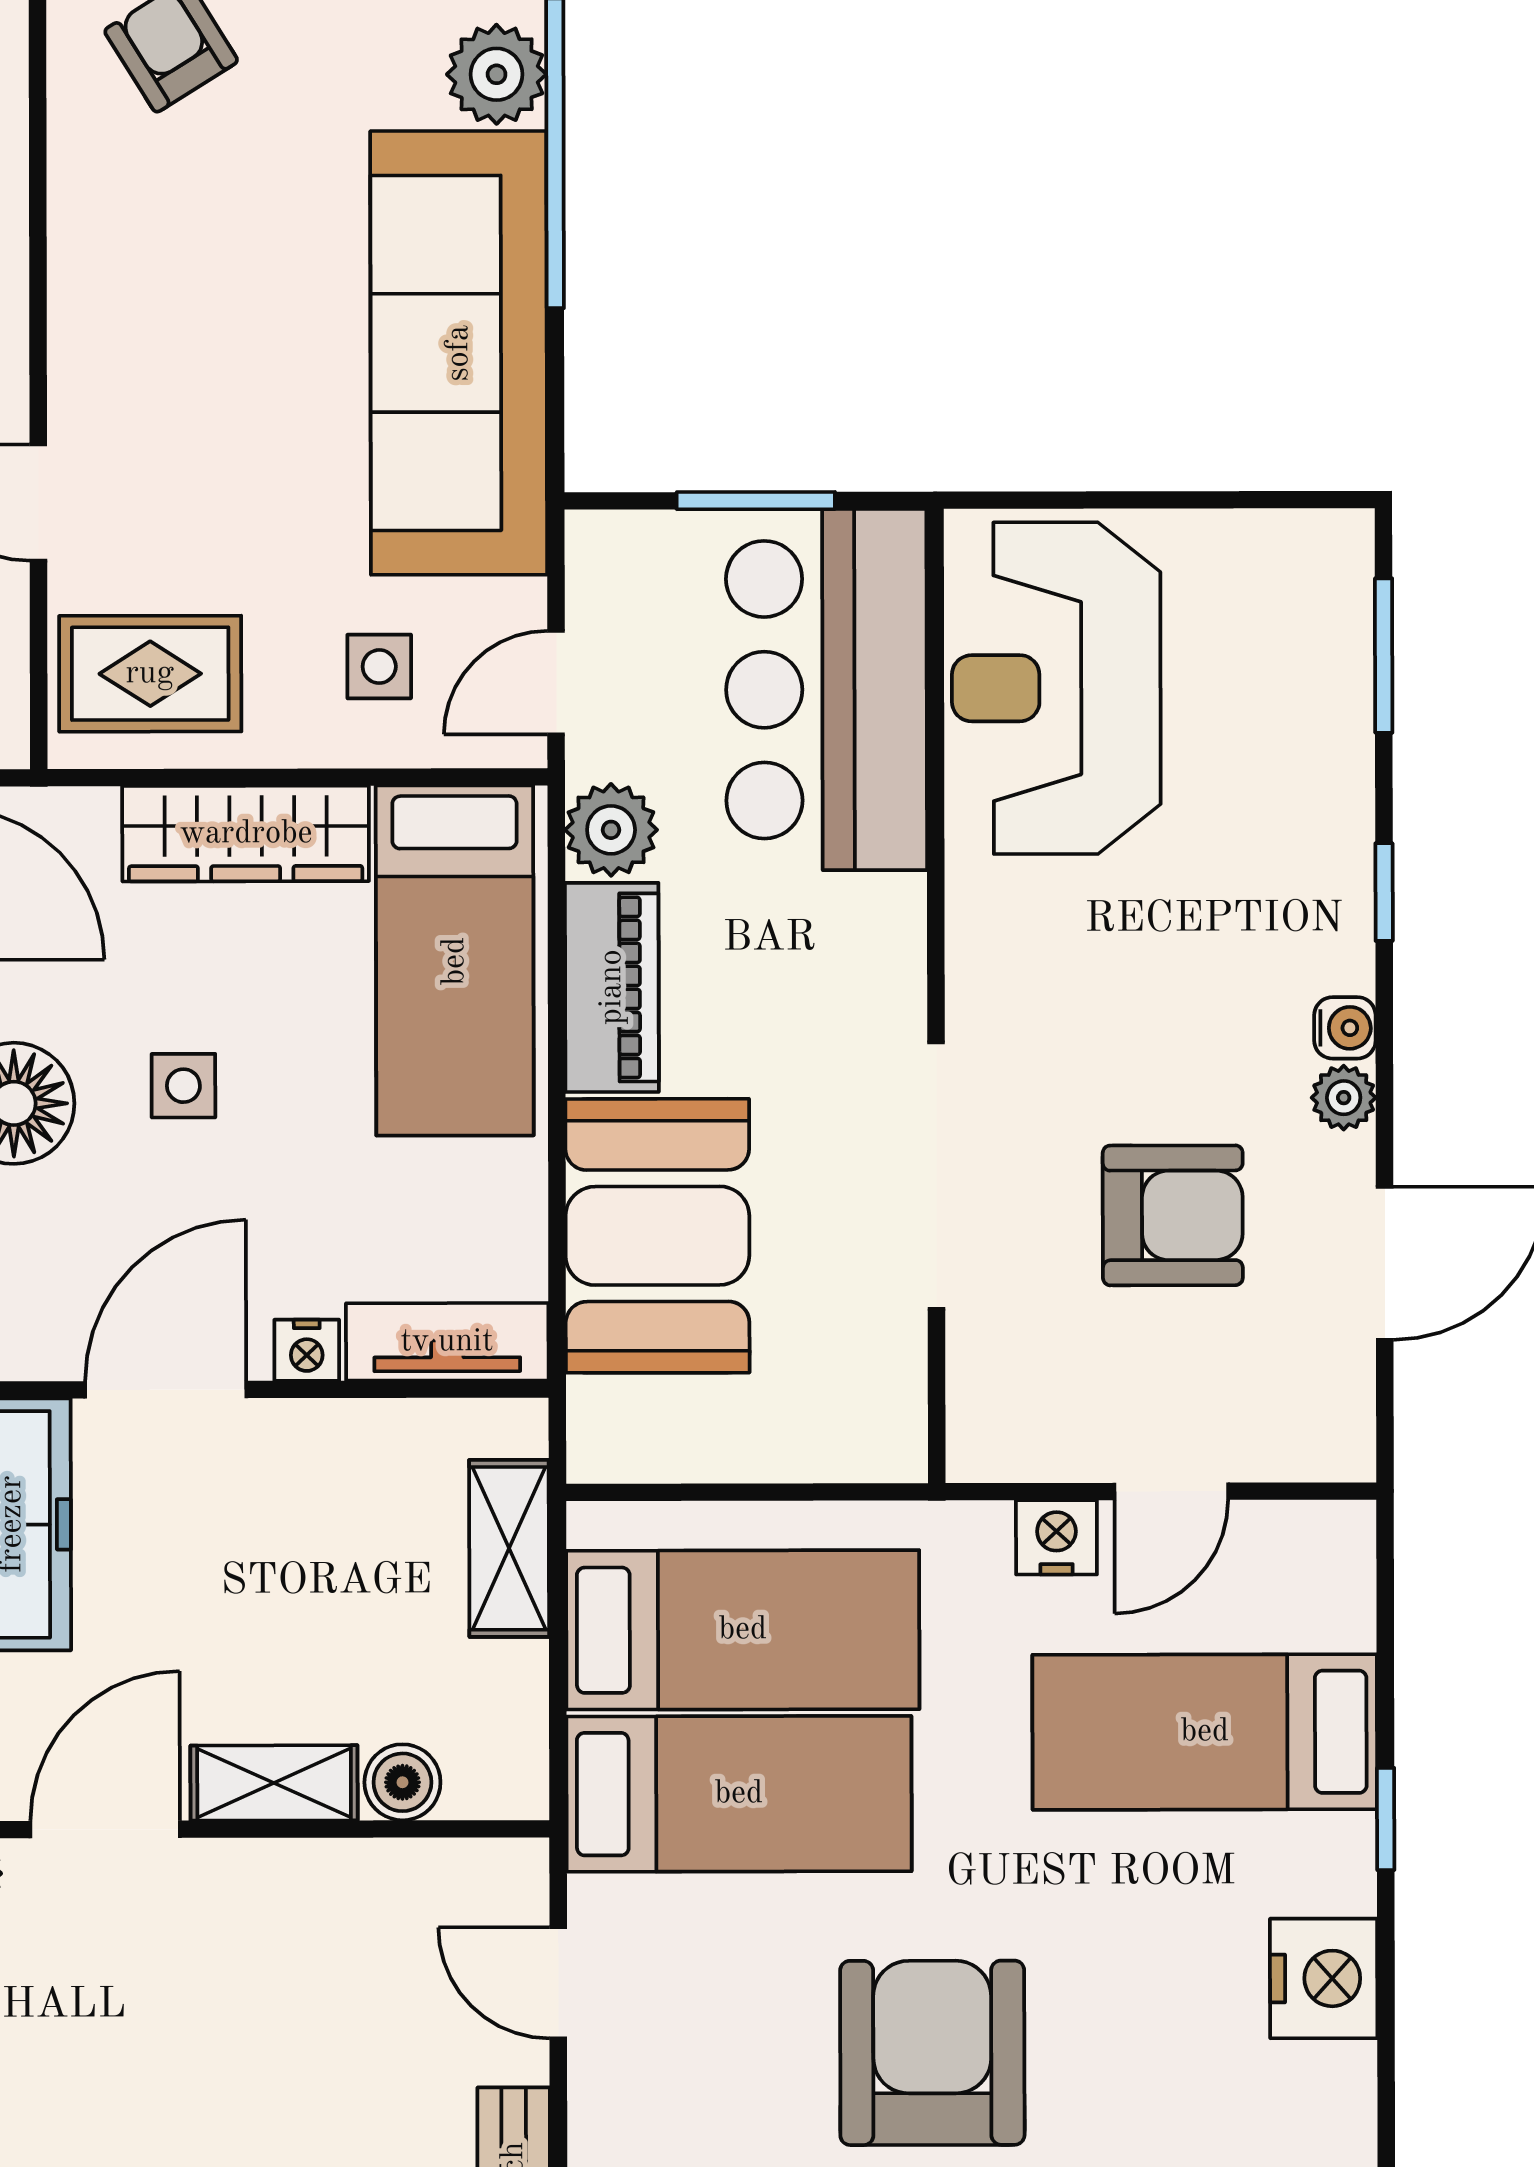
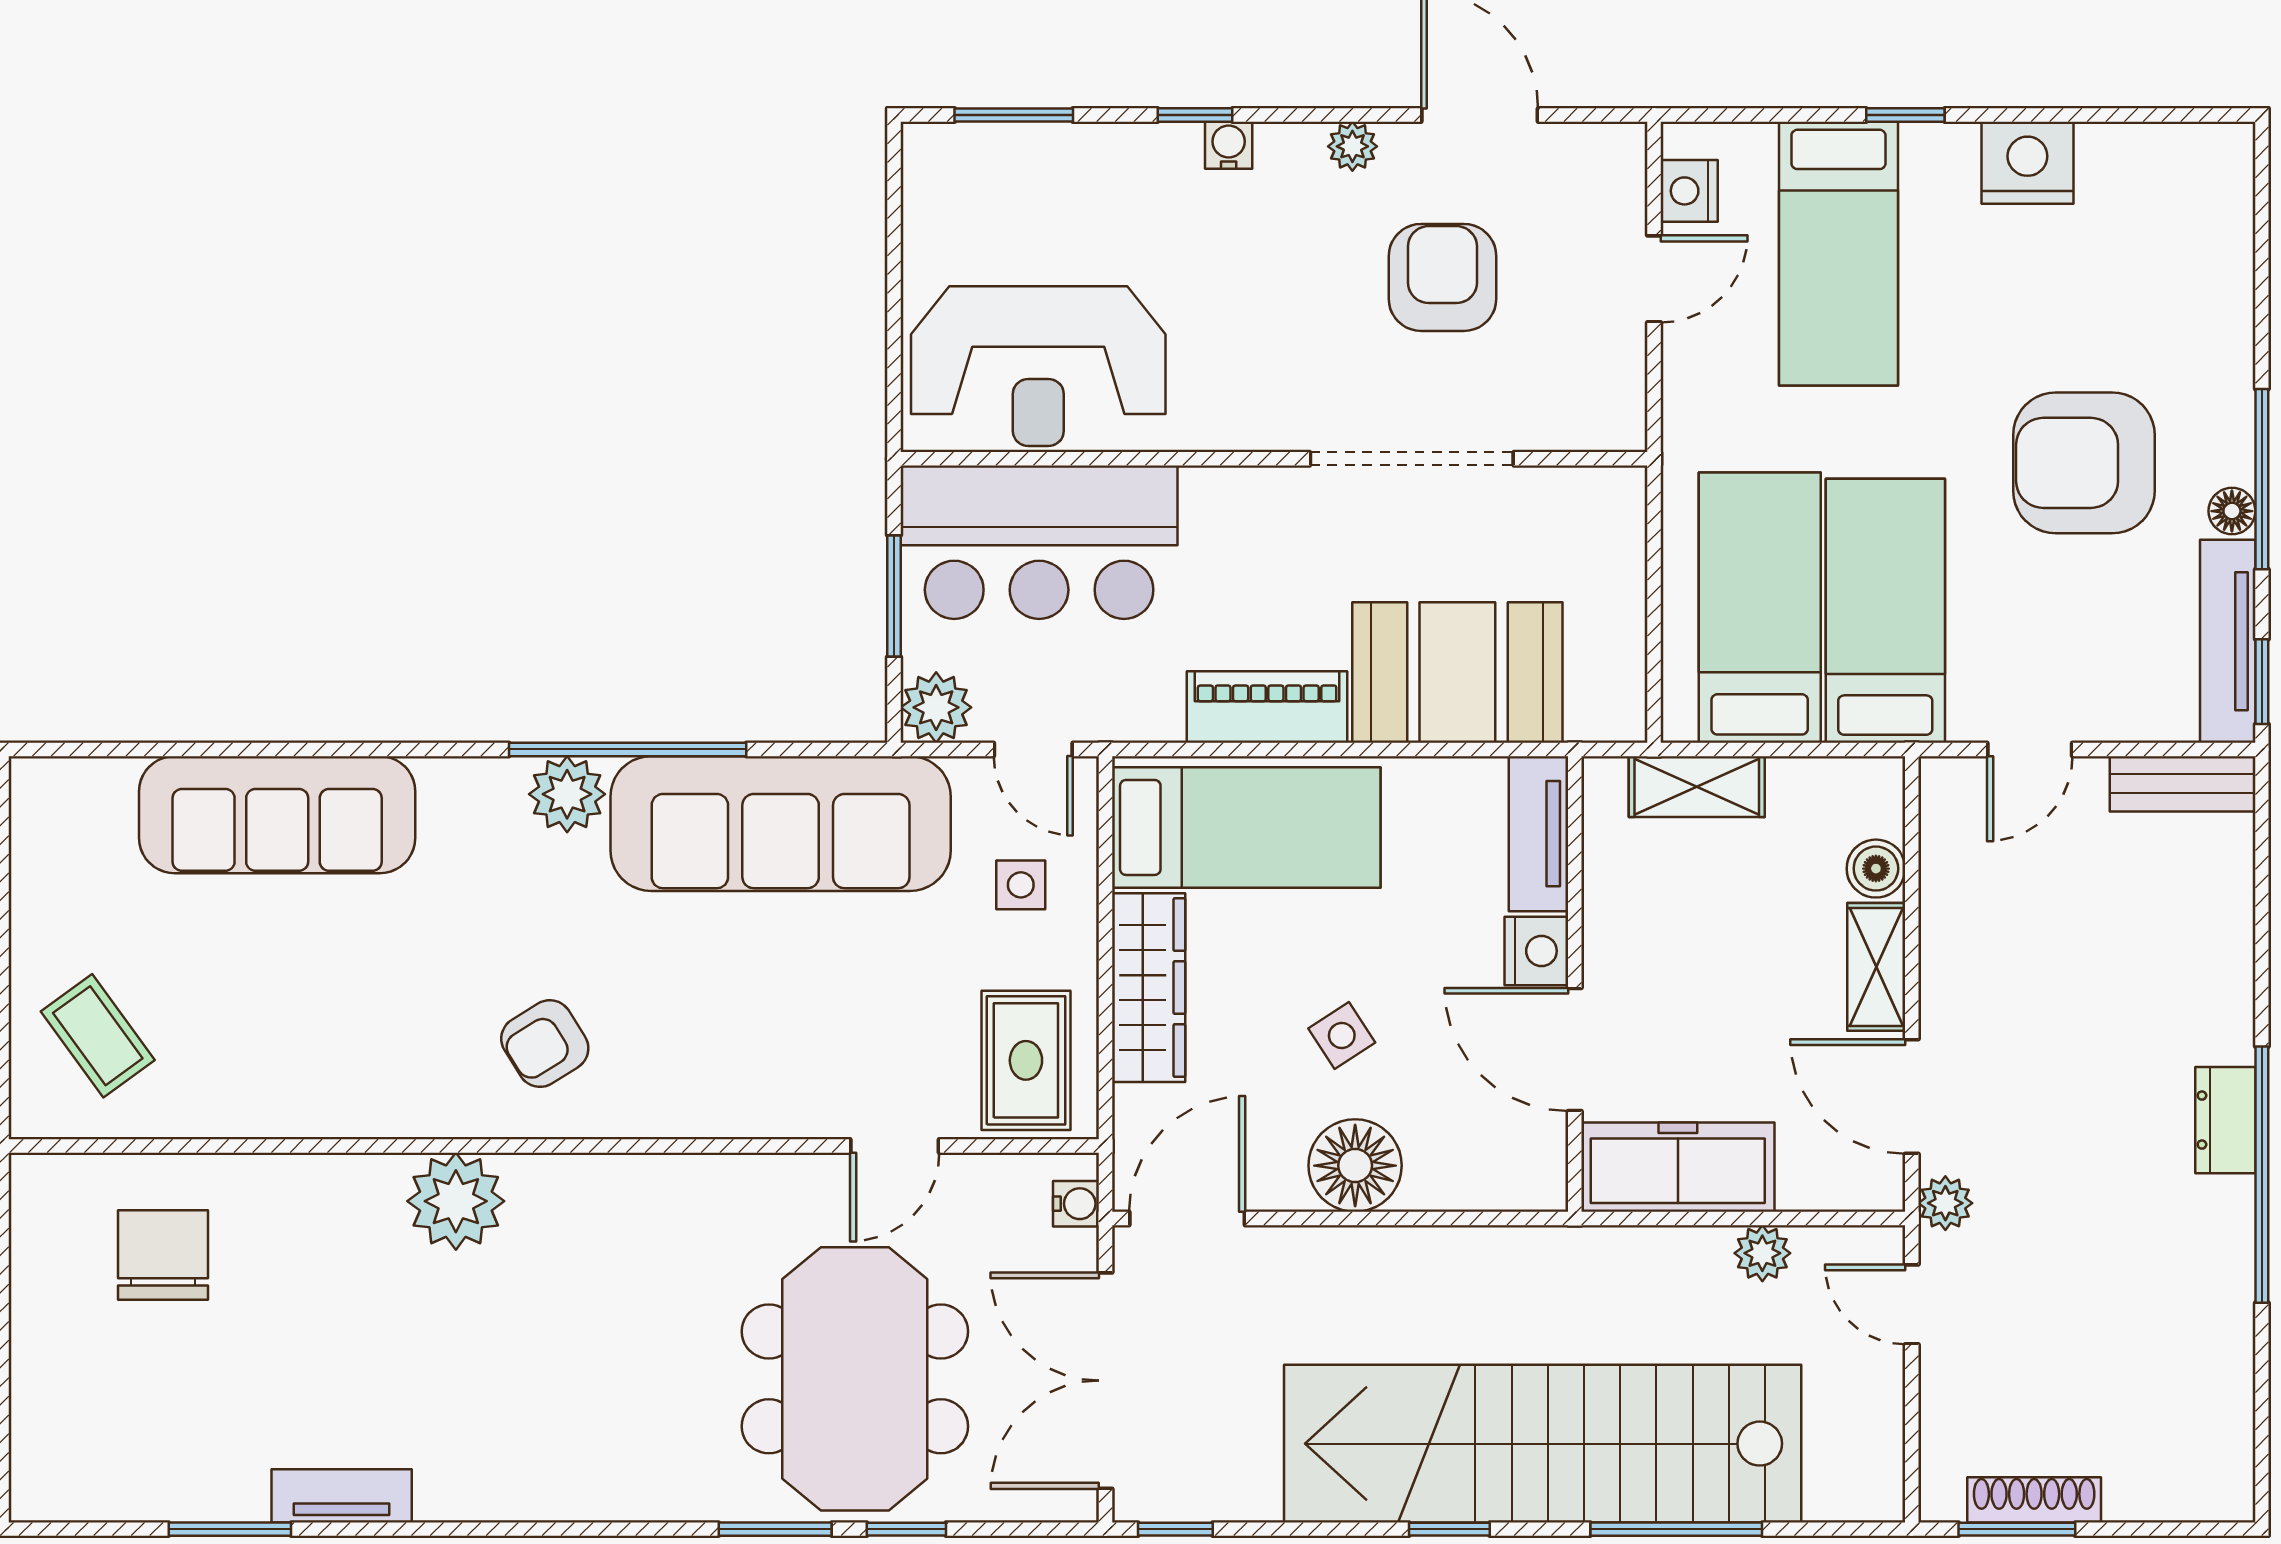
plant: (611, 830) -> (936, 707), moved
water cooler: (1345, 1028) -> (1229, 145), moved
side table: (183, 1086) -> (1342, 1035), turned -33
nightstand: (307, 1350) -> (1536, 951), width x1.39, depth x1.35
door: (1171, 1491) -> (1654, 279), hinge flipped
nightstand: (1056, 1537) -> (1689, 191), moved

